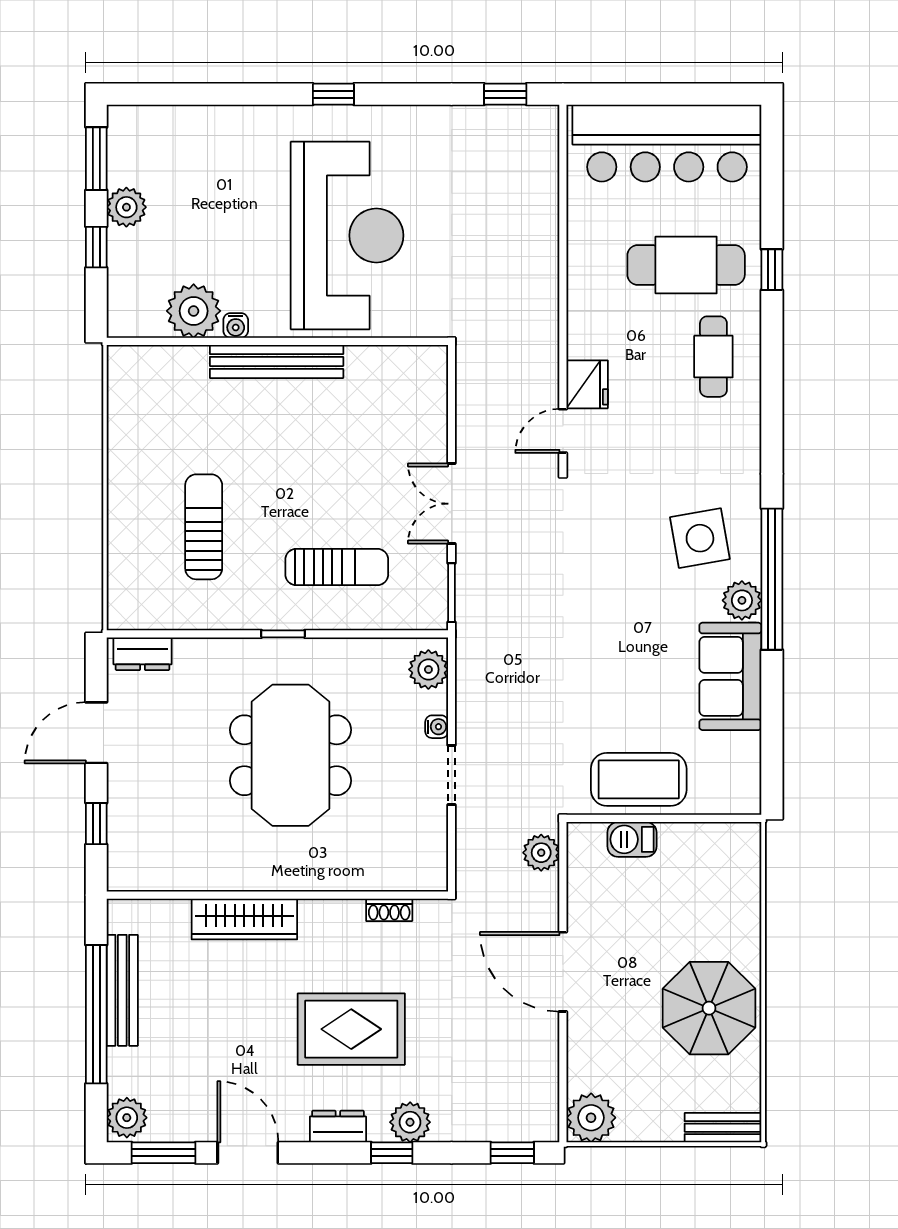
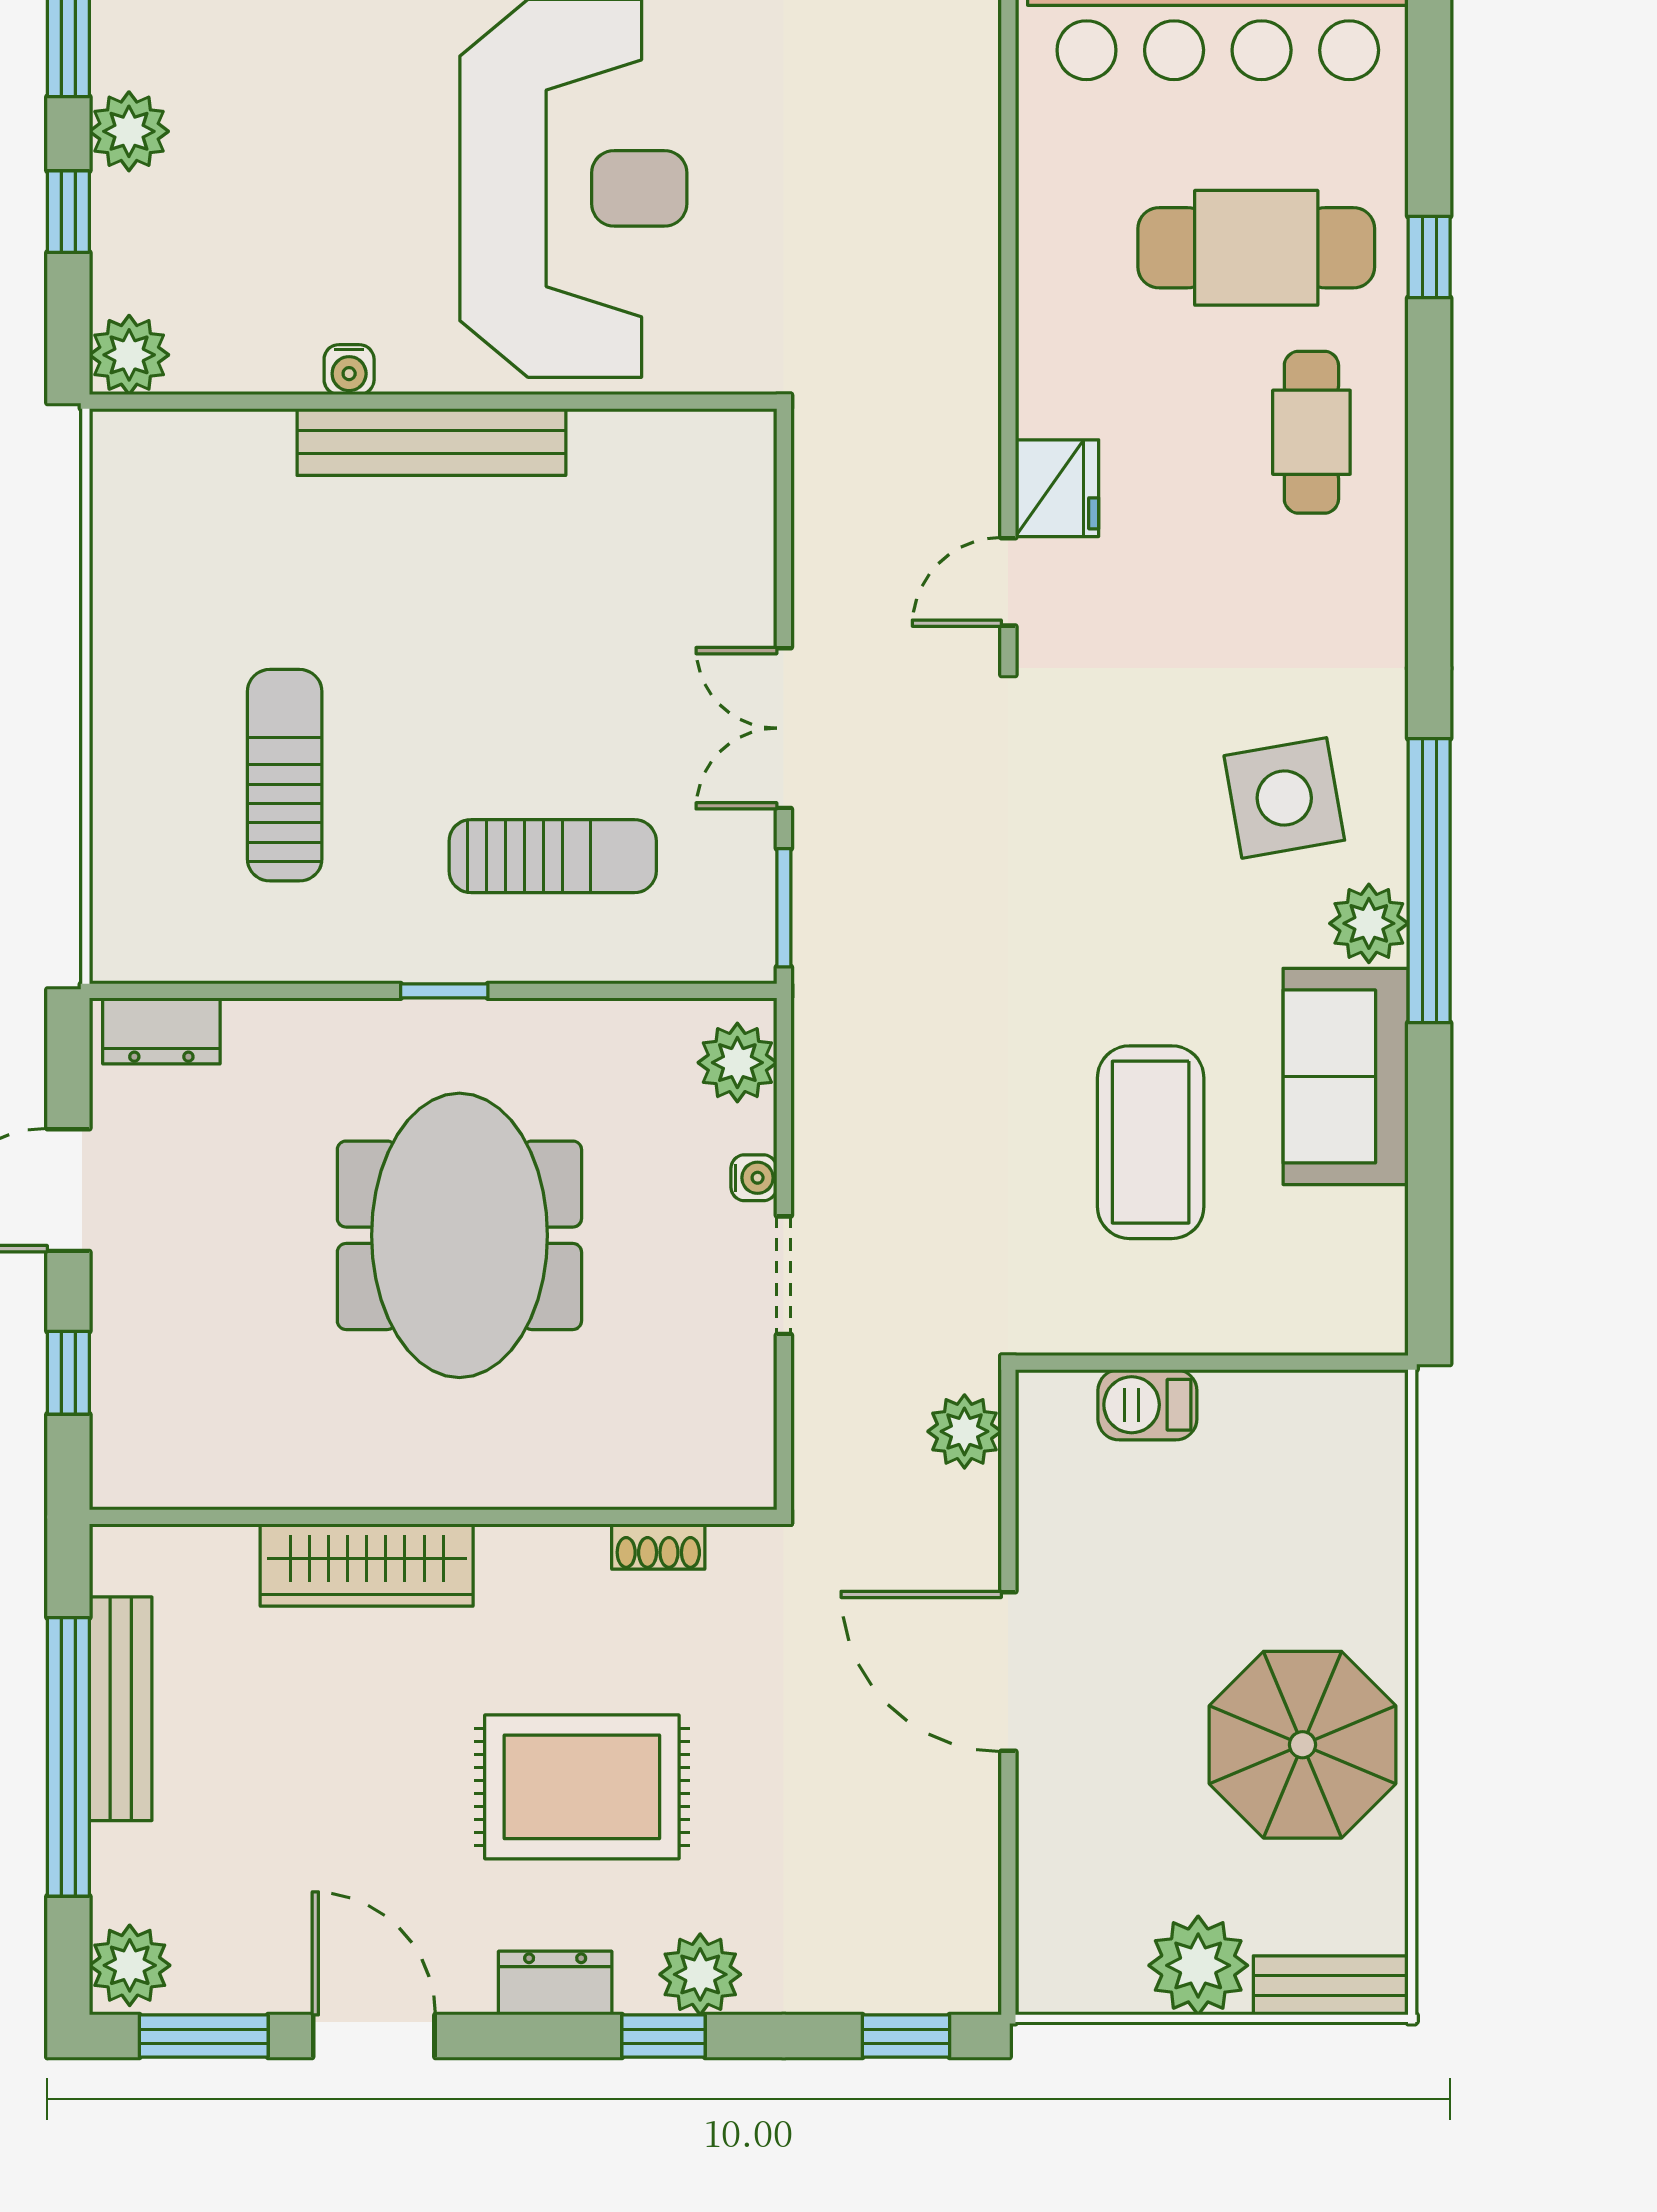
plant: (194, 311) -> (129, 355), moved, width x0.73, depth x0.73
coffee table: (639, 779) -> (1151, 1142), moved, turned 90
plant: (591, 1118) -> (1198, 1965), moved

